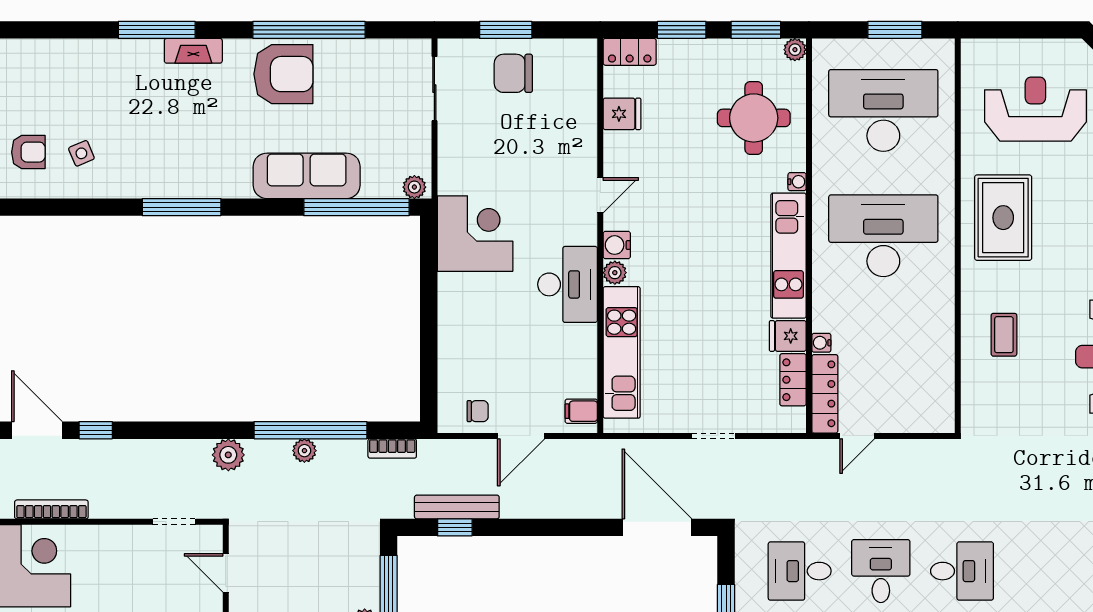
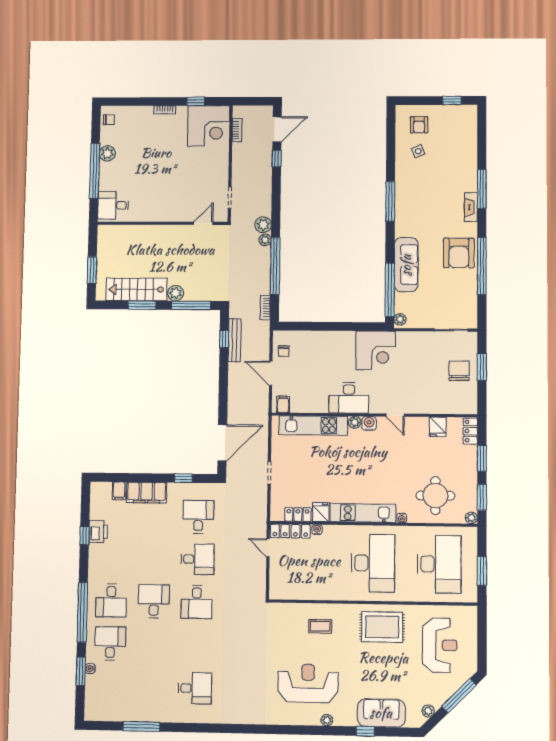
plant: (304, 451) -> (265, 240), moved
bookcase: (51, 509) -> (237, 130), width x0.64

